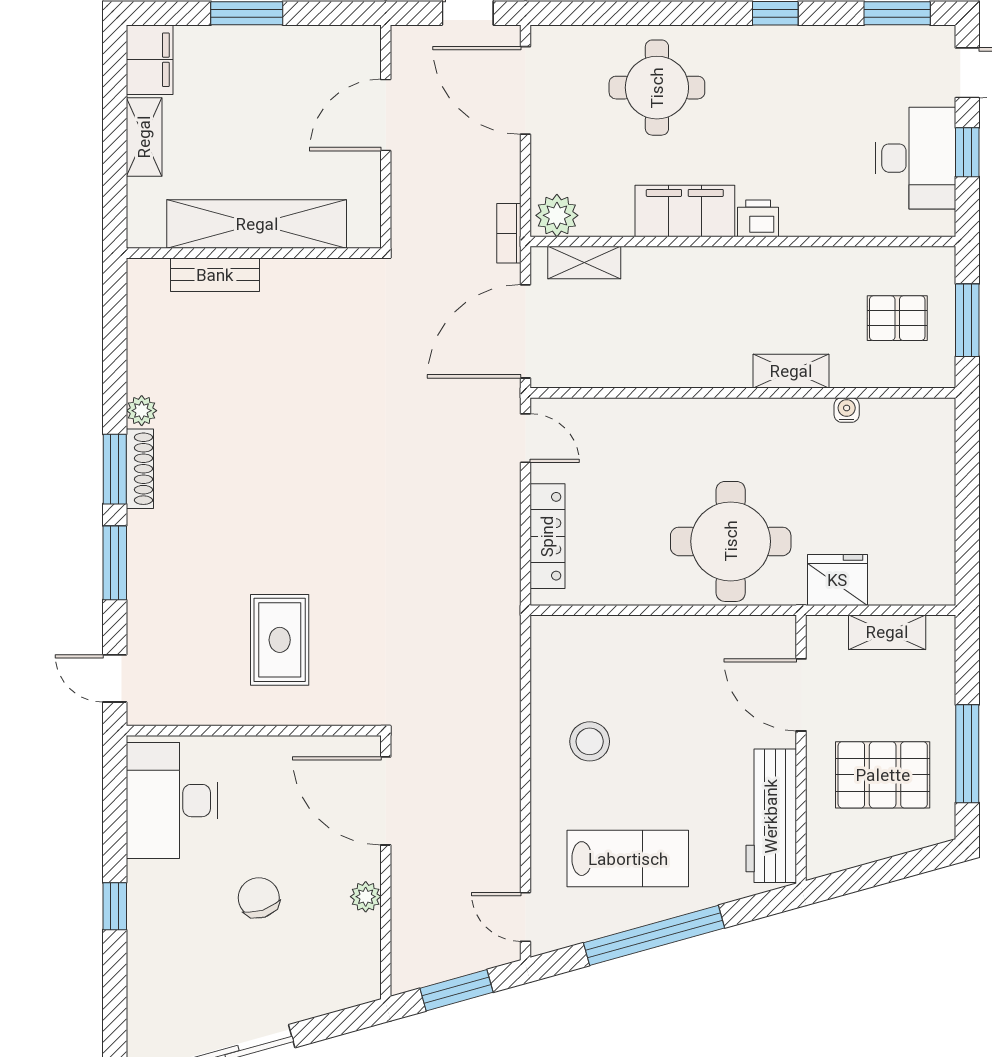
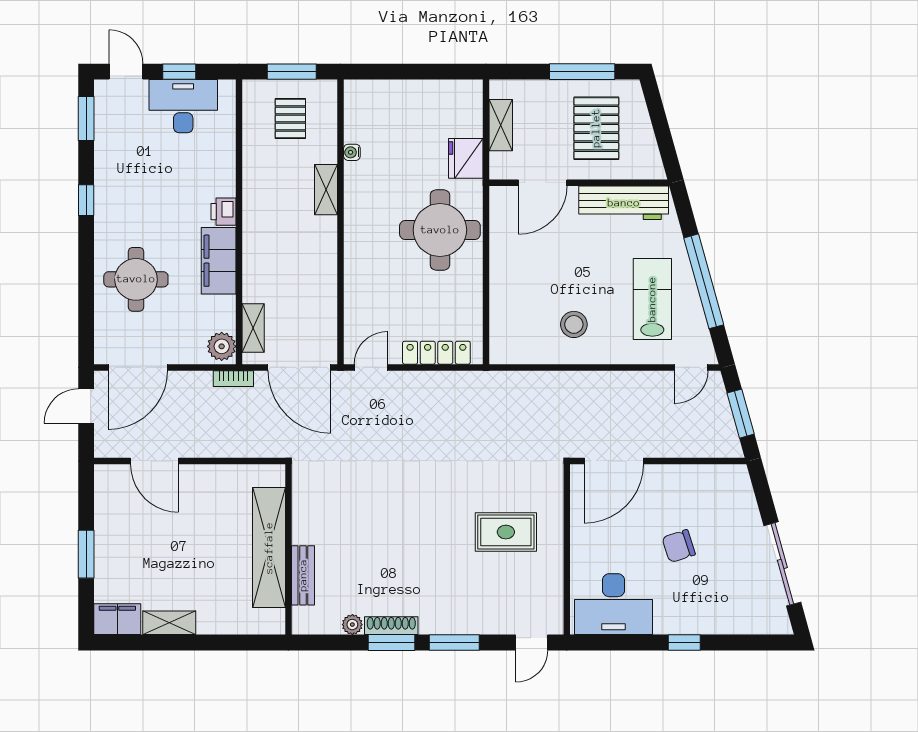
shelving: (257, 224) -> (269, 548), moved
wall: (254, 253) -> (288, 549), moved
bench: (215, 275) -> (303, 575), moved
plant: (366, 897) -> (678, 474), removed

